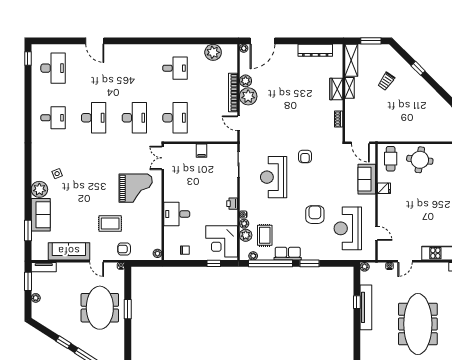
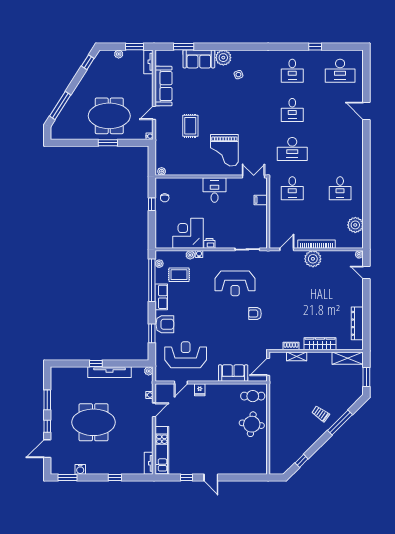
door: (95, 41) -> (366, 111), hinge flipped
door: (262, 41) -> (366, 273), width x0.53
window: (28, 58) -> (315, 47), moved
window: (418, 68) -> (340, 422), width x2.17
plant: (246, 81) -> (328, 256), removed
trolley: (386, 81) -> (321, 414), moved
shelving: (350, 88) -> (297, 356), moved
wardrobe: (336, 89) -> (320, 344), width x1.50
desk: (94, 118) -> (292, 110), width x0.73
desk: (175, 118) -> (292, 188), width x0.73
filing cabinet: (202, 151) -> (261, 200), moved
reception desk: (274, 177) -> (235, 283), turned 180
fridge: (384, 188) -> (200, 390), moved
desk: (177, 214) -> (215, 190), moved
armchair: (315, 215) -> (165, 324), moved
plant: (246, 235) -> (179, 256), removed
corner desk: (222, 241) -> (188, 233), moved
armchair: (124, 249) -> (166, 139), removed
door: (405, 261) -> (154, 410), swing flipped
window: (214, 263) -> (152, 204), moved
window: (310, 263) -> (152, 333), moved
window: (357, 302) -> (96, 363), moved
meeting table: (418, 324) -> (94, 422), width x0.73
window: (63, 342) -> (88, 62), moved

